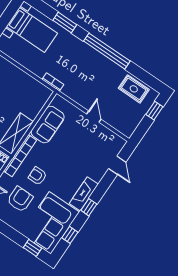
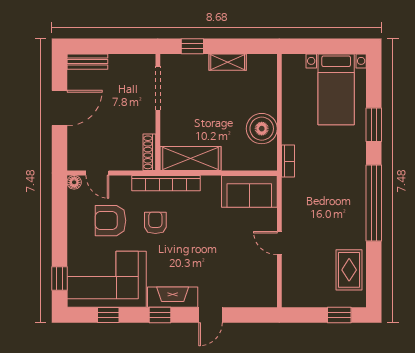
boiler: (26, 84) -> (262, 129), added
door: (94, 117) -> (279, 243), swing flipped
sofa: (48, 125) -> (249, 191), moved
door: (117, 165) -> (211, 315), moved
armchair: (20, 199) -> (111, 221), turned 180

